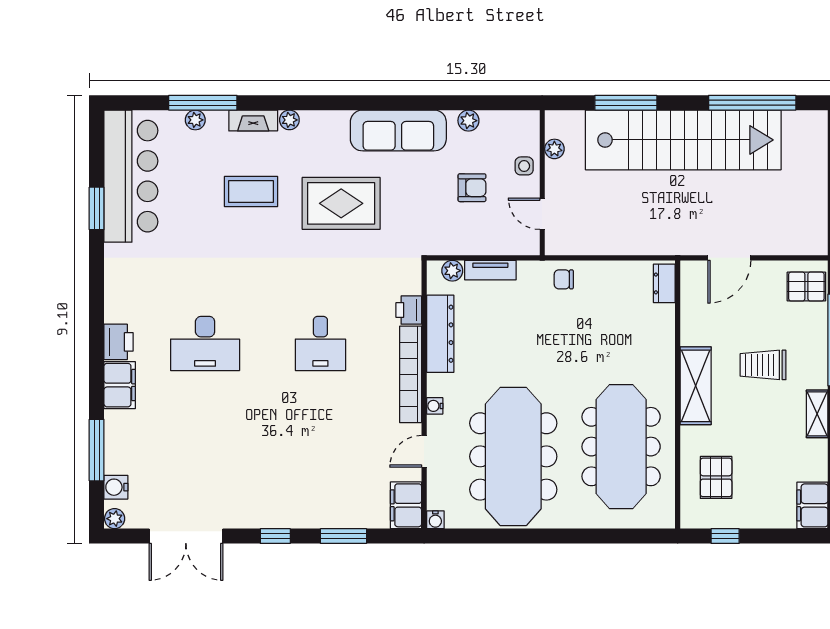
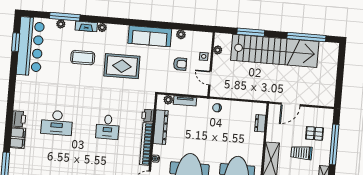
window: (97, 208) -> (16, 42), moved
dresser: (664, 283) -> (260, 123), moved
pallet: (806, 287) -> (314, 133), moved

